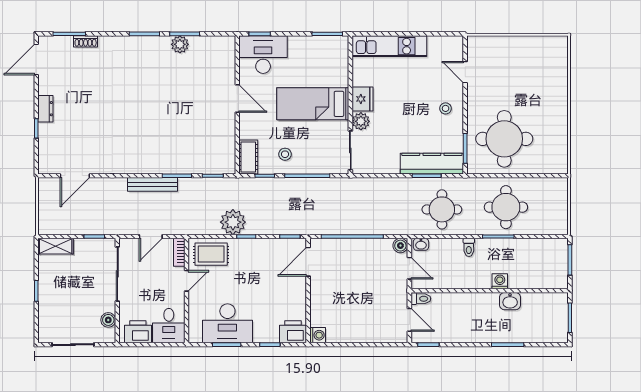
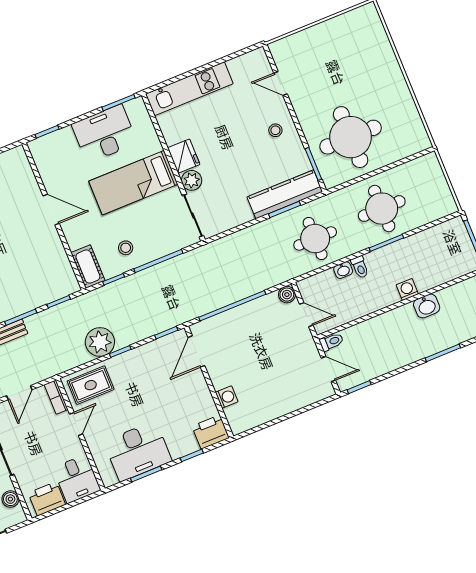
desk: (263, 55) -> (104, 134), moved
washbasin: (421, 244) -> (343, 270), moved
washing machine: (318, 335) -> (227, 397), moved

